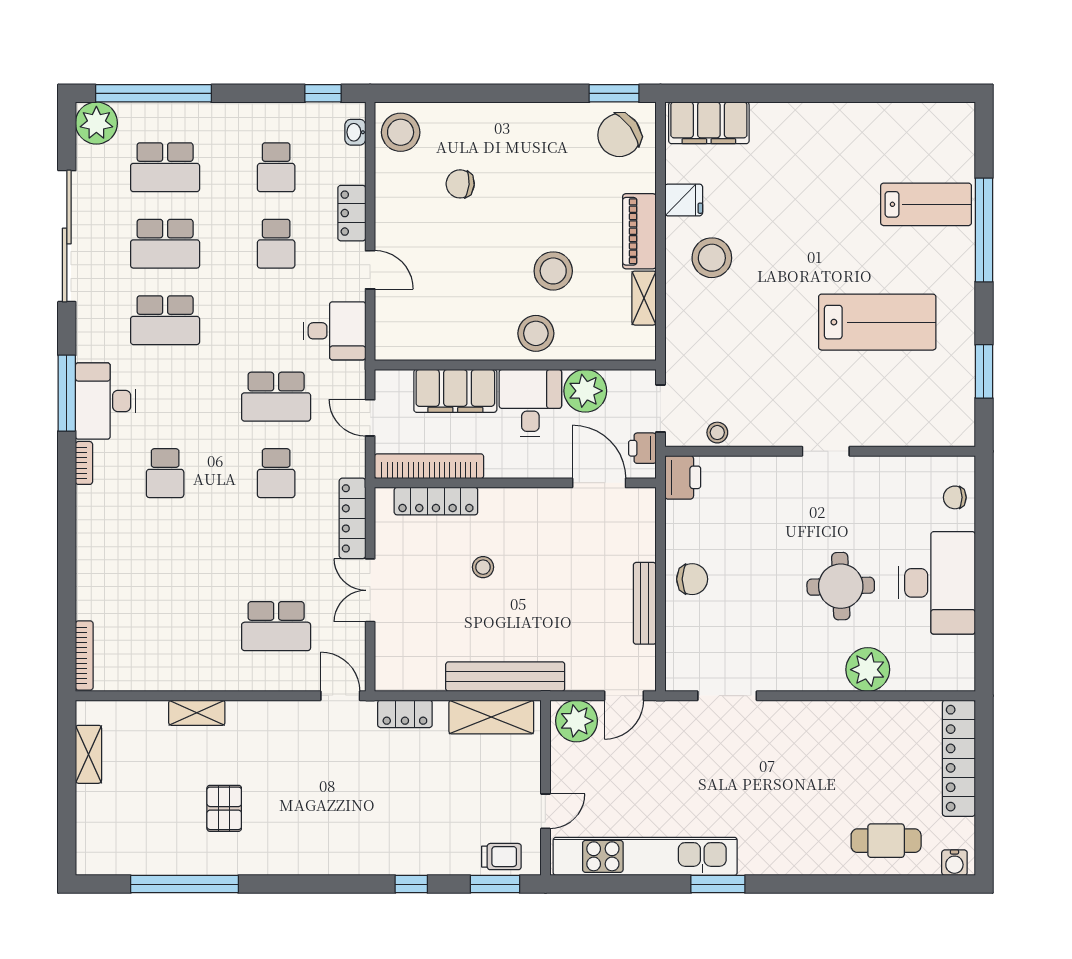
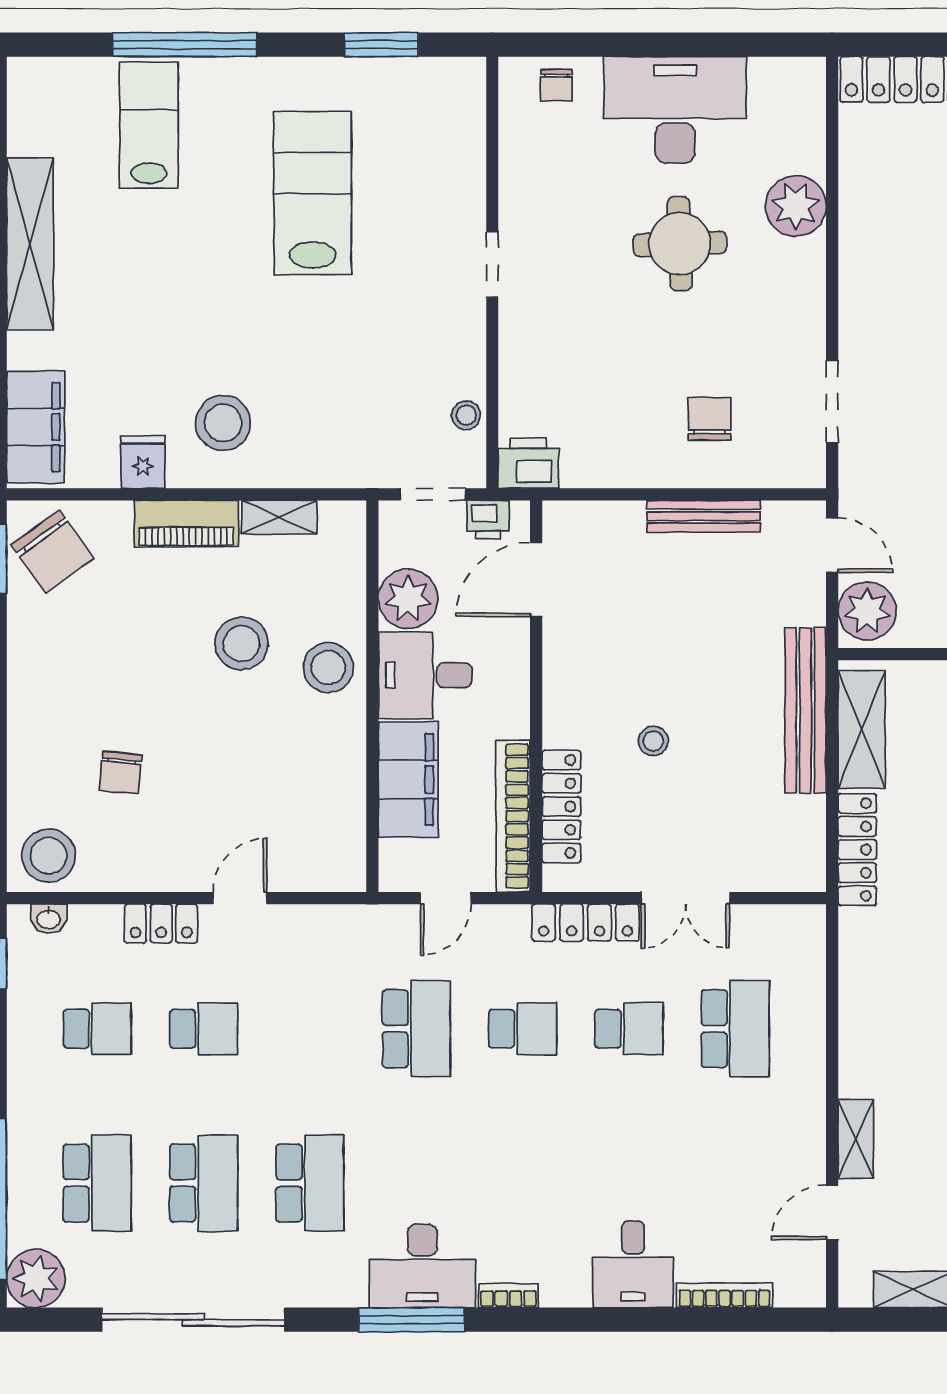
shelving: (841, 119) -> (30, 244), added
desk: (335, 331) -> (633, 1264), moved, turned 180
school desk: (165, 473) -> (629, 1029), moved
chair: (692, 579) -> (709, 419), moved
bookcase: (84, 656) -> (725, 1295), moved
door: (340, 696) -> (832, 1212), moved
locker: (405, 714) -> (857, 850), width x1.53

